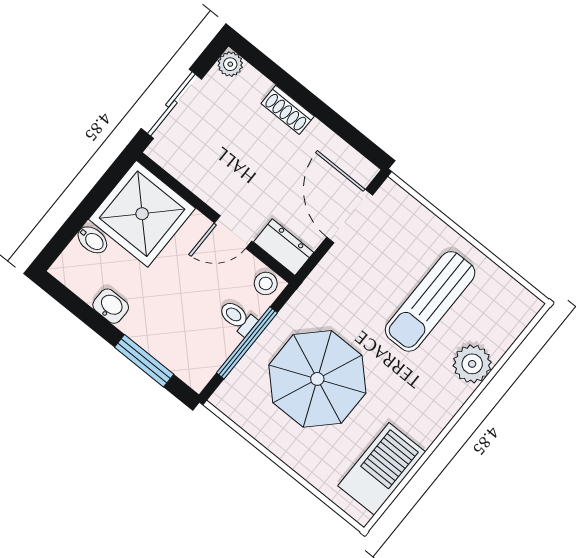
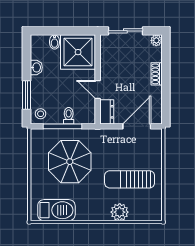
stool: (266, 283) -> (41, 114), moved

